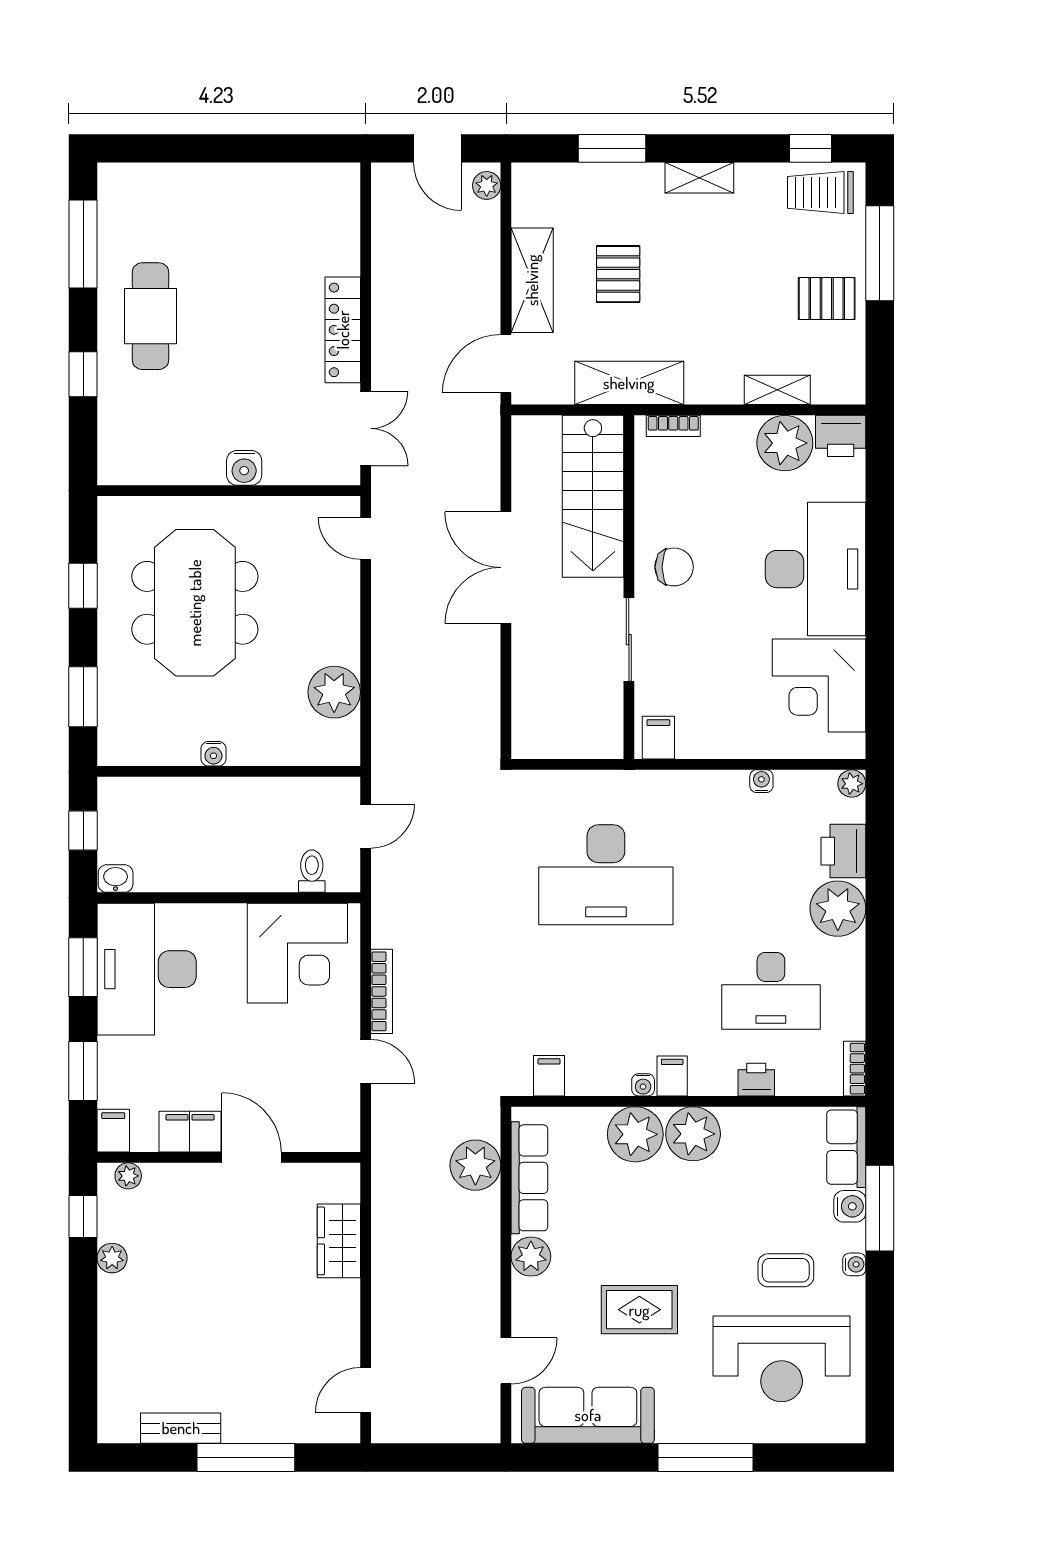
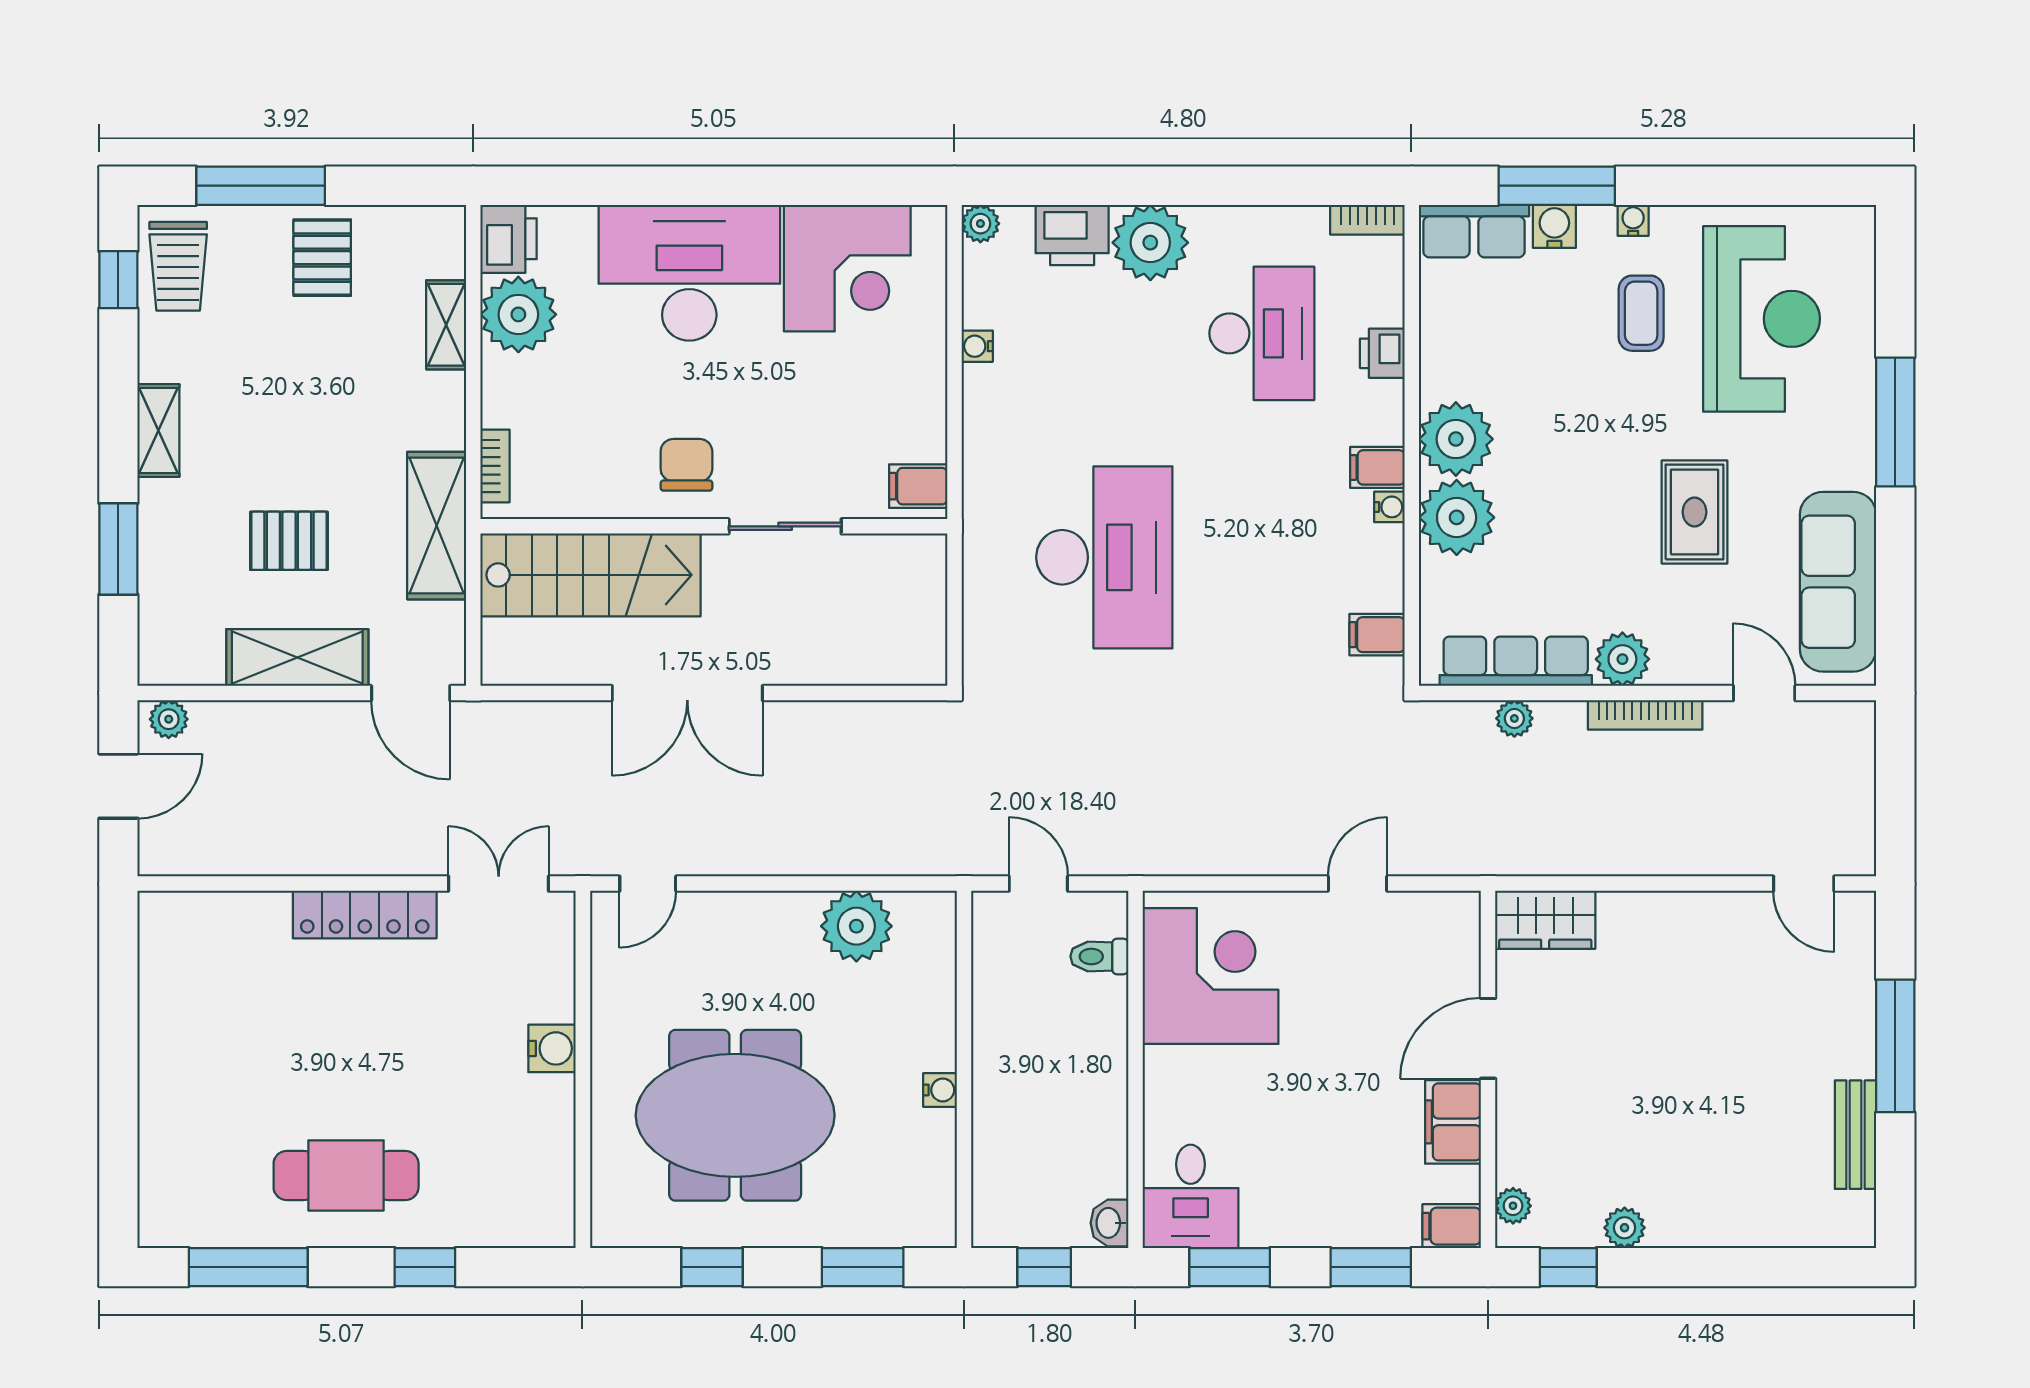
desk: (147, 969) -> (1191, 1196), width x0.53, depth x0.77
bookcase: (382, 991) -> (1645, 715), moved, turned 180
plant: (475, 1165) -> (1514, 718), width x0.53, depth x0.53
wardrobe: (339, 1241) -> (1545, 920), moved

